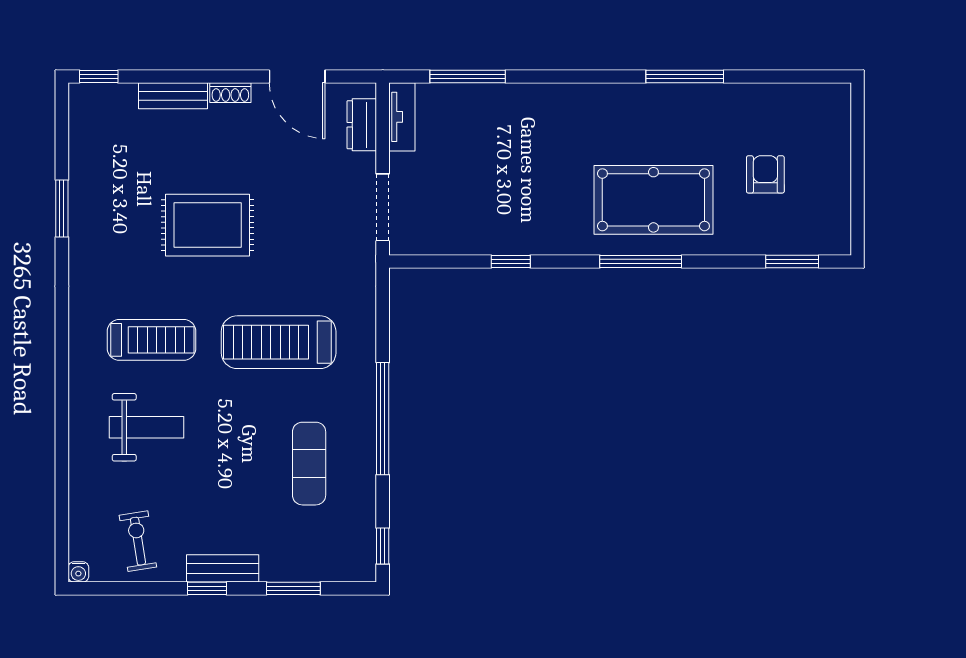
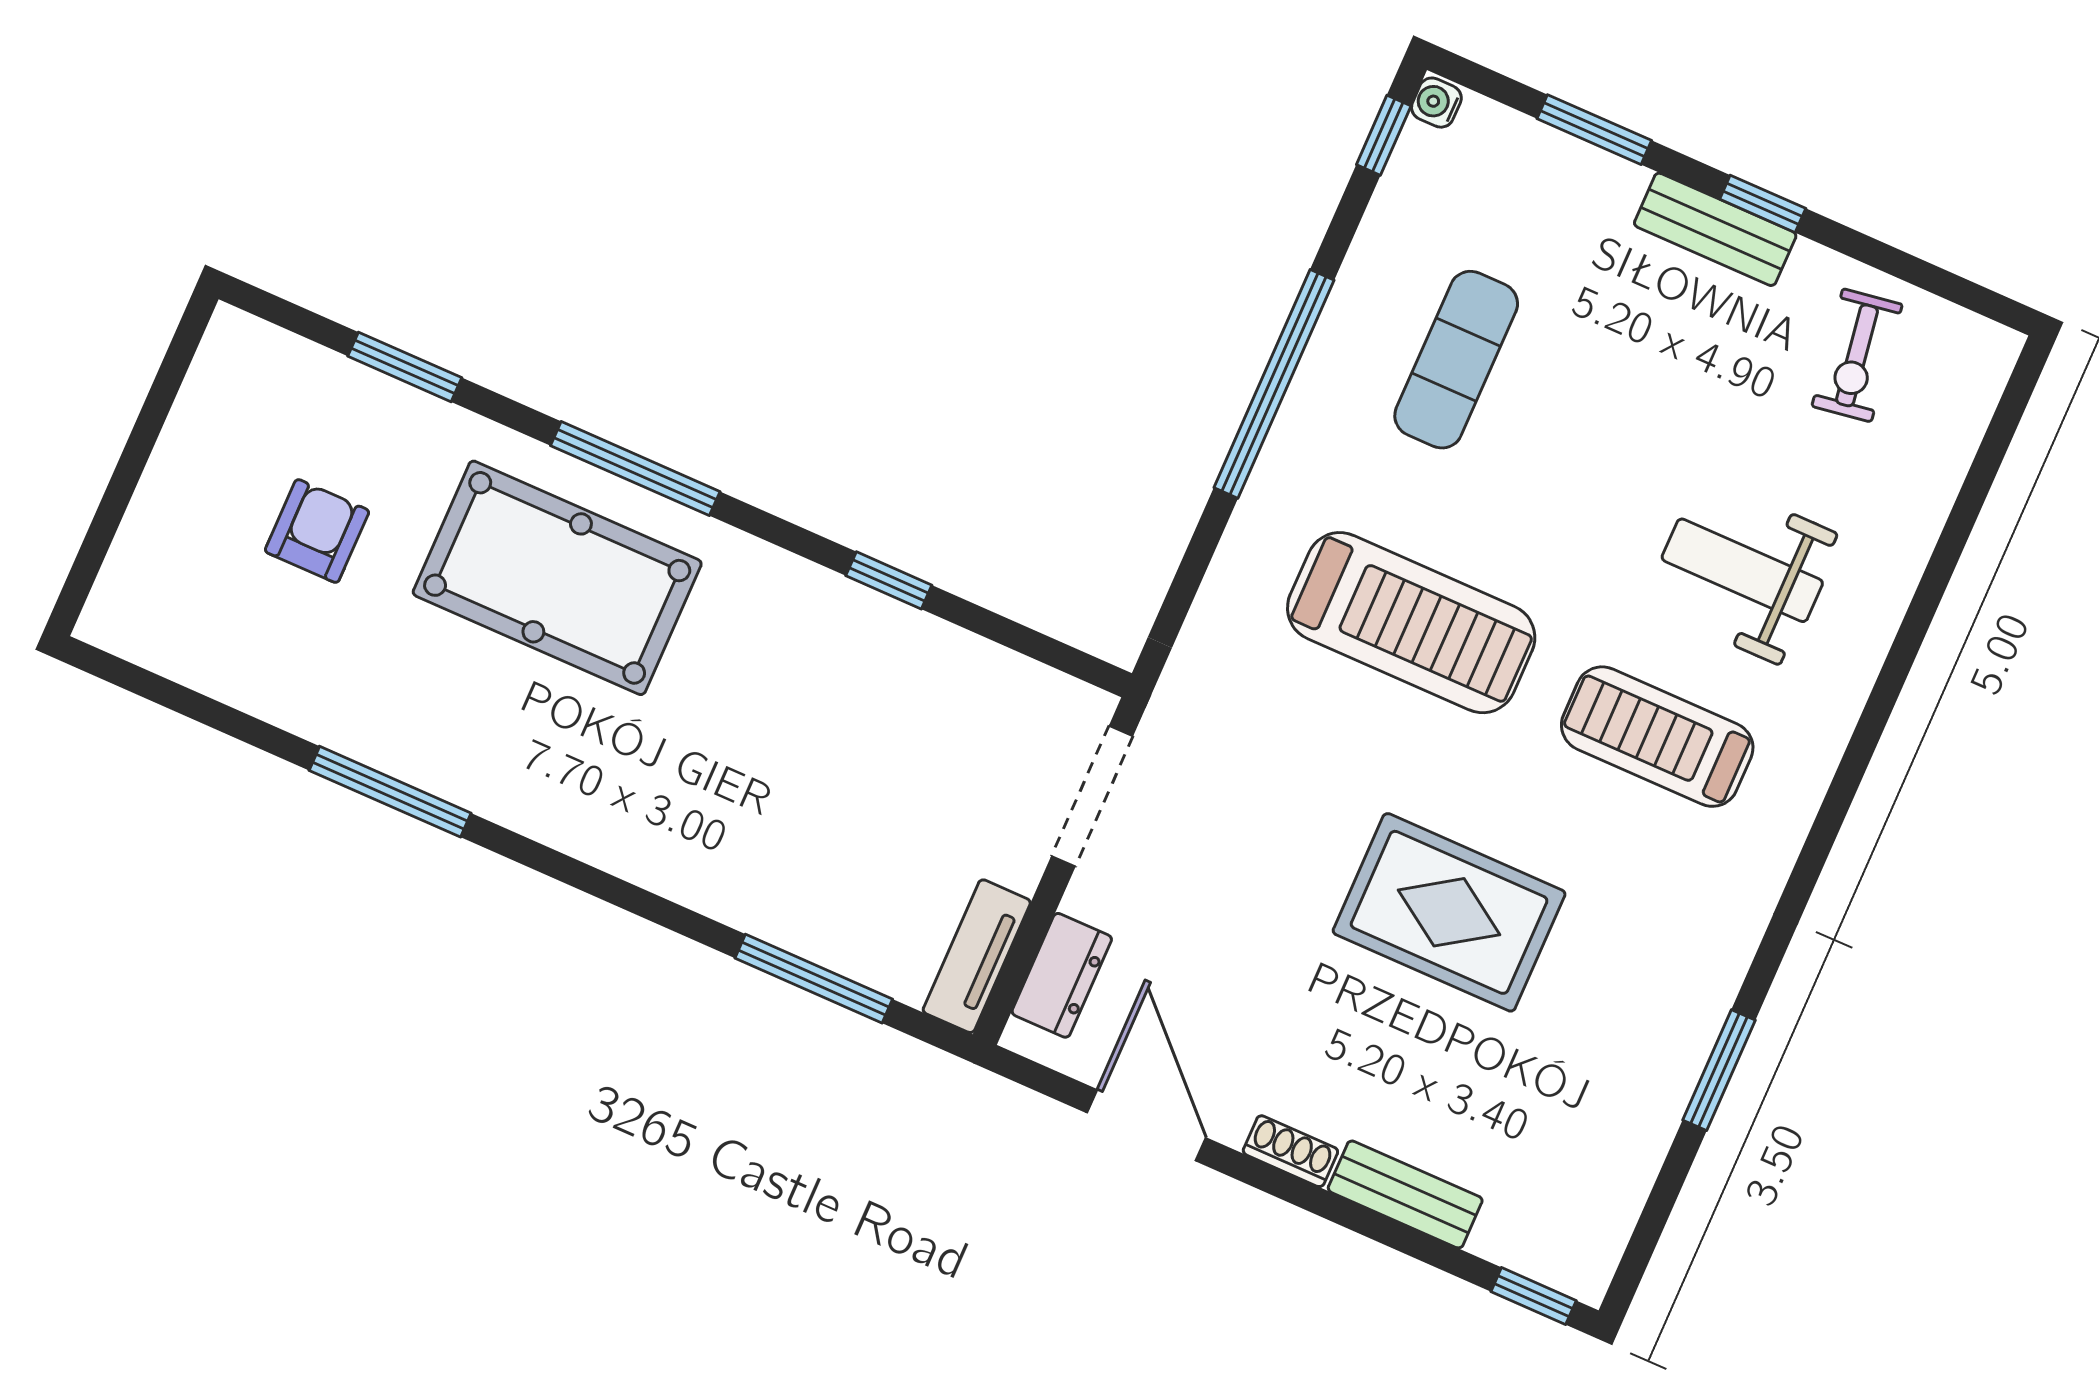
armchair: (765, 174) -> (317, 531), turned 180
window: (792, 261) -> (405, 367), moved
water cooler: (78, 572) -> (1436, 103), moved, turned -90

